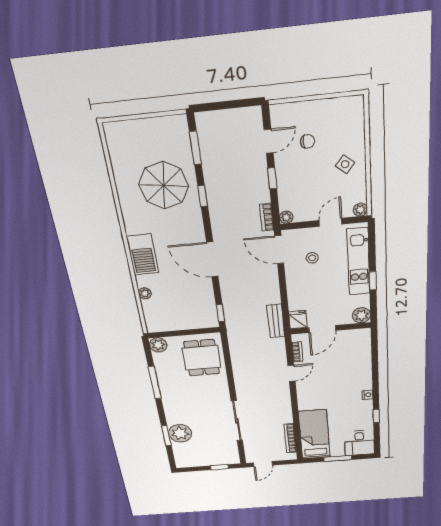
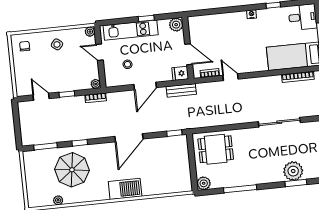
chair: (307, 141) -> (25, 46), moved
door: (279, 250) -> (145, 86), moved
plant: (145, 293) -> (58, 200), moved

